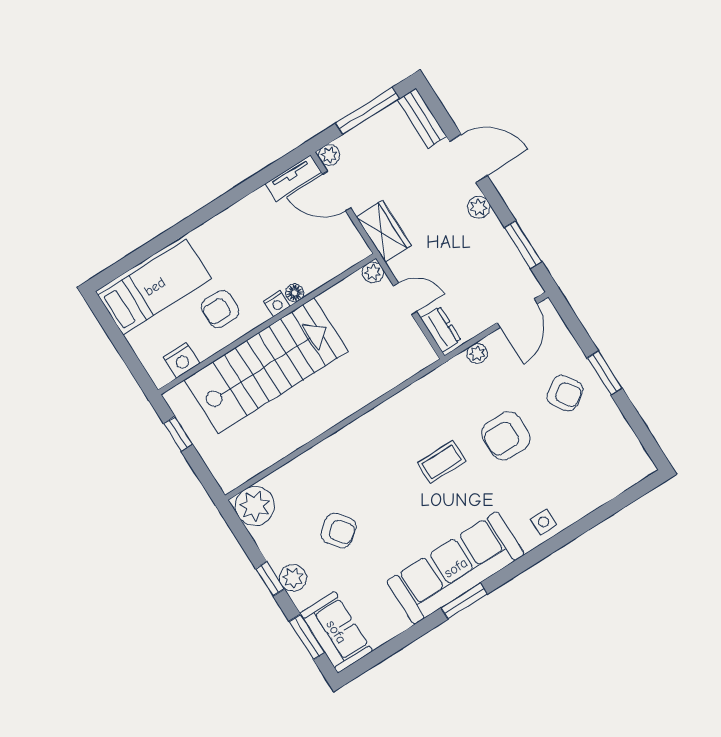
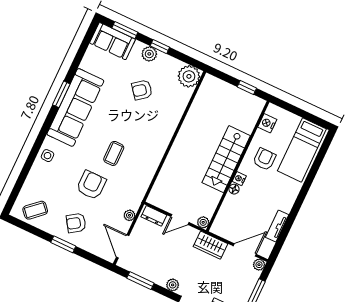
tv unit: (293, 178) -> (277, 226), moved
stairs: (266, 366) -> (226, 159), width x0.73, depth x0.66
coffee table: (614, 451) -> (35, 210), added

